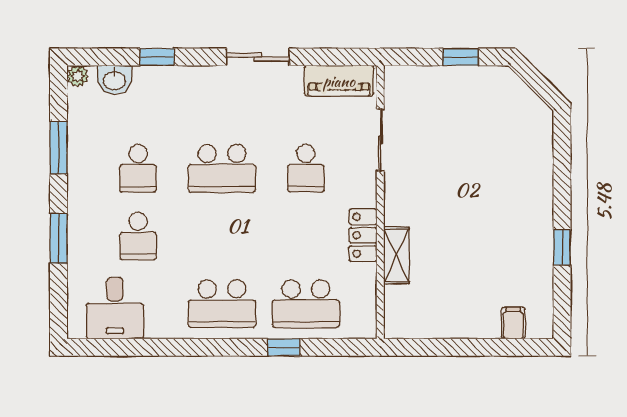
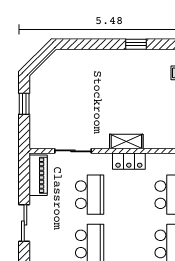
school desk: (306, 168) -> (90, 195), width x1.85
shelving: (396, 256) -> (126, 141), moved

